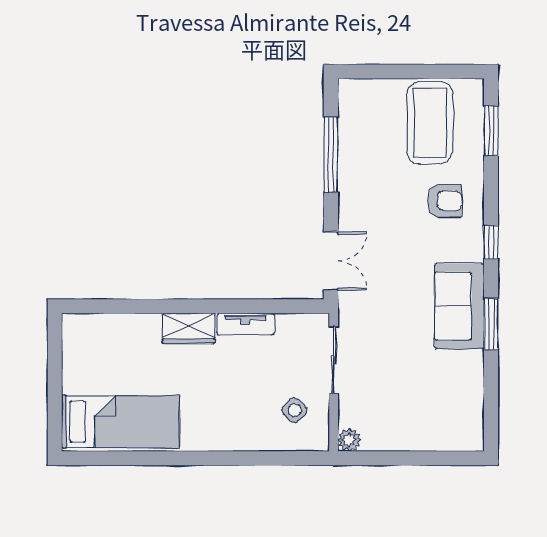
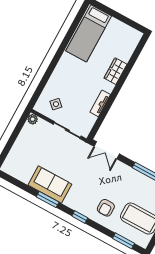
sofa: (459, 306) -> (50, 185), moved
wardrobe: (189, 328) -> (115, 71), moved

